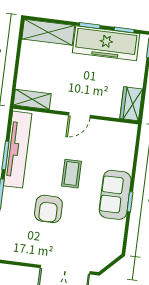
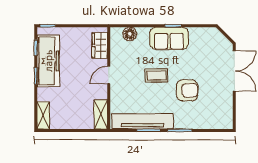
shelving: (48, 32) -> (43, 115), width x0.67, depth x0.75
wardrobe: (131, 104) -> (100, 45), moved, turned 90
door: (79, 115) -> (109, 75), swing flipped
floor lamp: (127, 147) -> (130, 34), added

